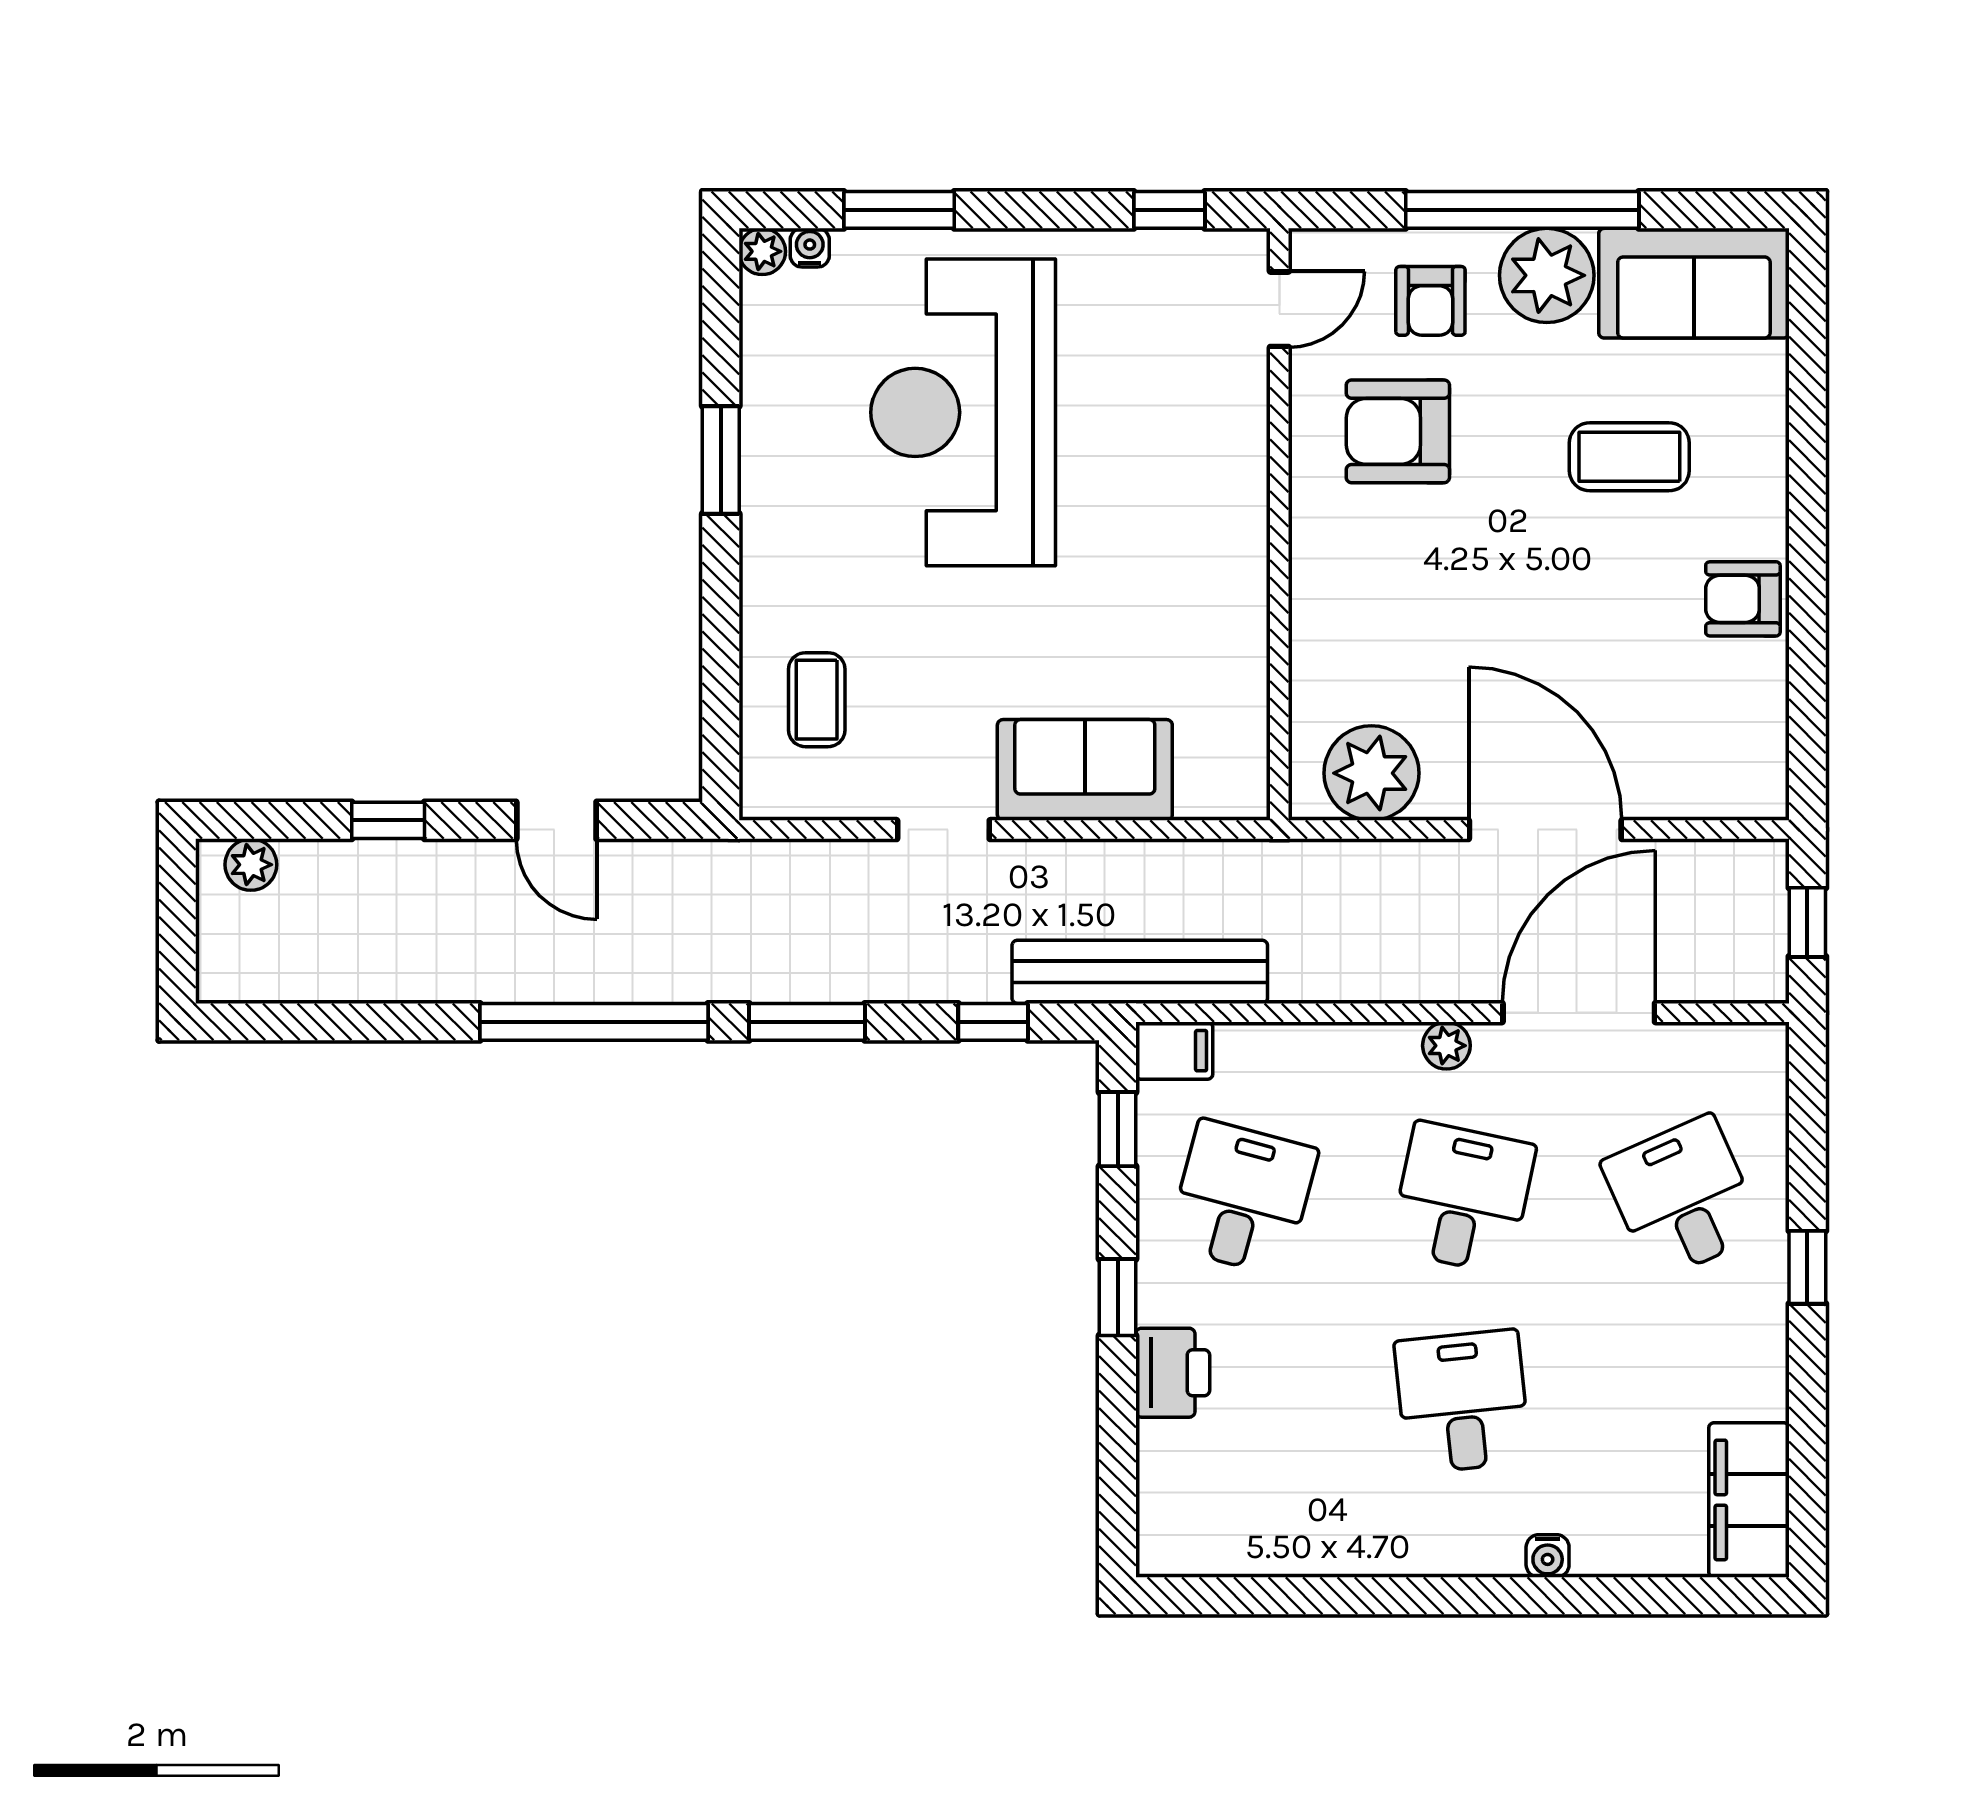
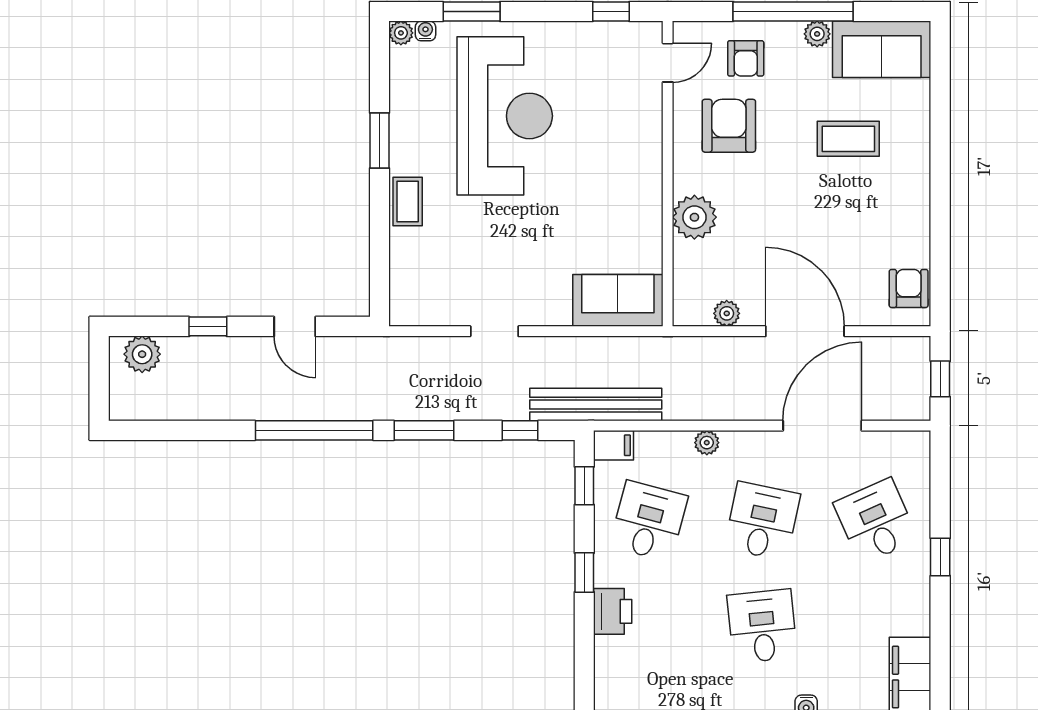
plant: (1547, 275) -> (817, 34), width x0.53, depth x0.53
reception desk: (963, 412) -> (505, 116), turned 180
armchair: (1398, 431) -> (729, 126), turned 90
armchair: (1743, 599) -> (909, 288), moved, turned 90
plant: (1331, 609) -> (694, 217), added
coffee table: (817, 700) -> (408, 202), moved
sofa: (1085, 770) -> (618, 300), moved
plant: (1371, 773) -> (727, 313), width x0.53, depth x0.53
plant: (251, 865) -> (142, 354), width x1.38, depth x1.38
plant: (1446, 1046) -> (707, 443), moved

